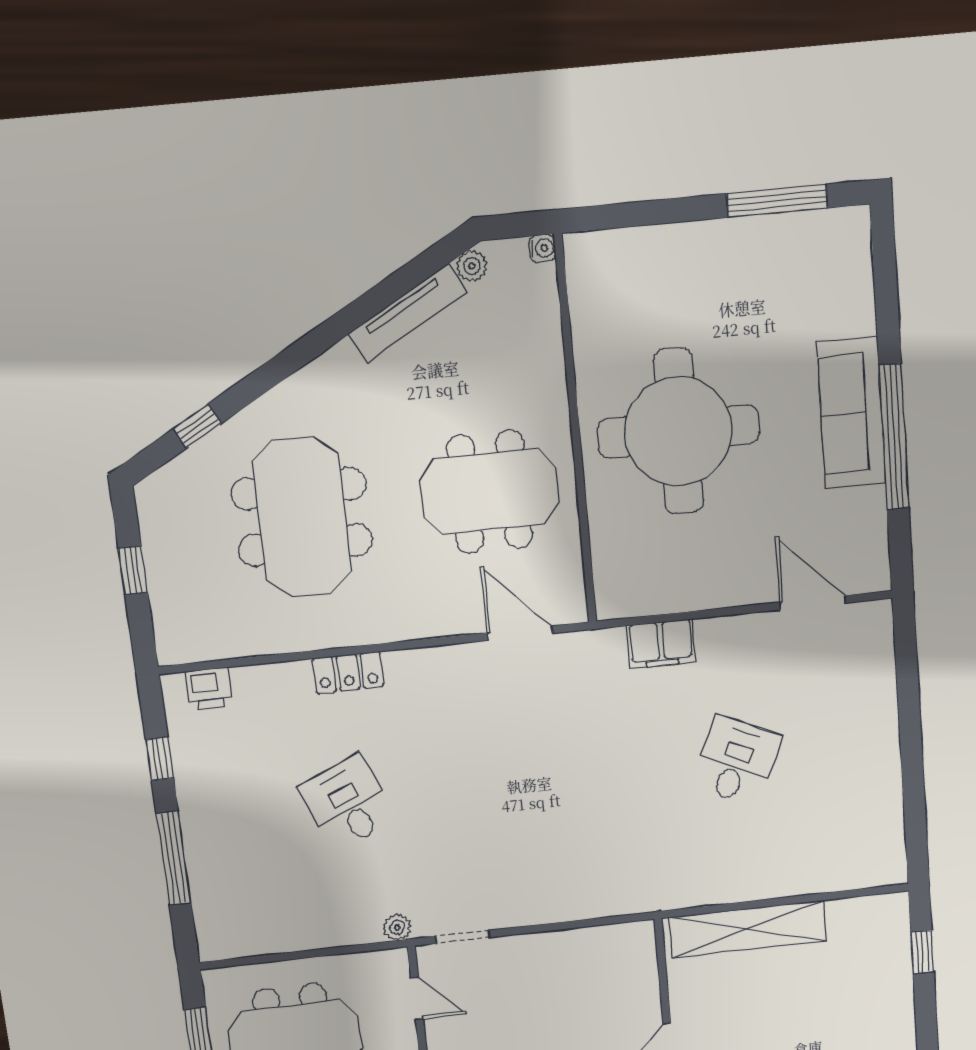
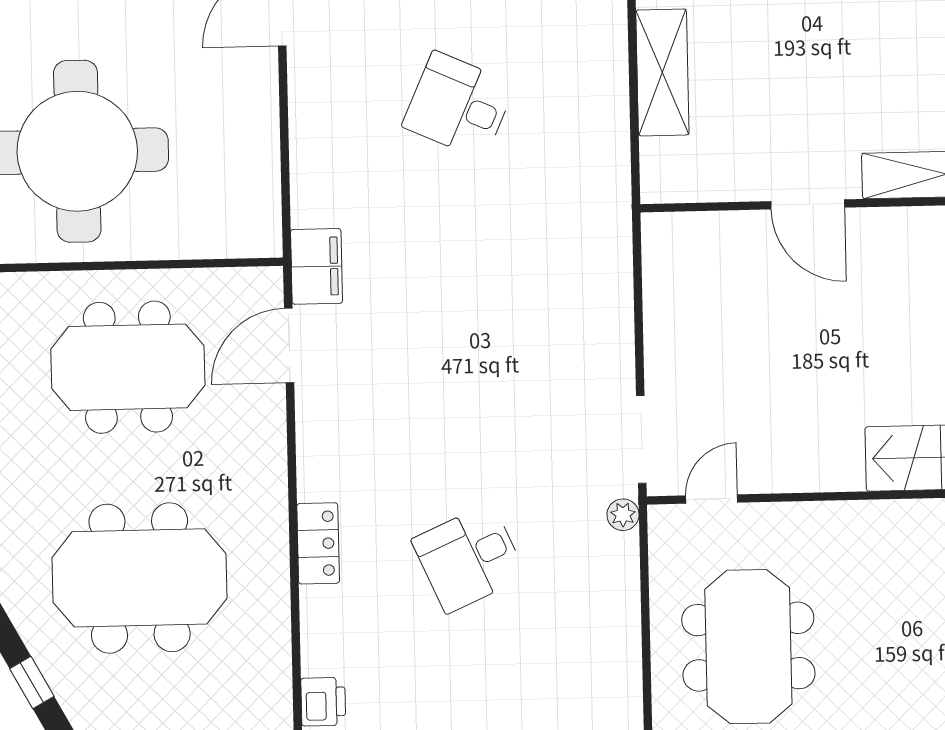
meeting table: (490, 492) -> (128, 367), turned 90
filing cabinet: (661, 644) -> (317, 266), moved
shelving: (748, 929) -> (662, 72), width x0.68
doorway: (462, 937) -> (641, 440), width x1.38

